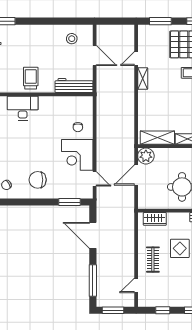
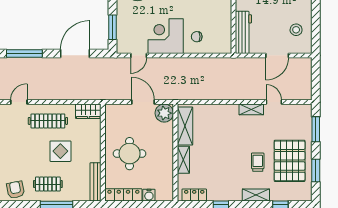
wardrobe: (155, 219) -> (88, 111), moved, turned -90
clothes rail: (153, 260) -> (48, 121), width x1.36
door: (136, 285) -> (19, 102), hinge flipped

